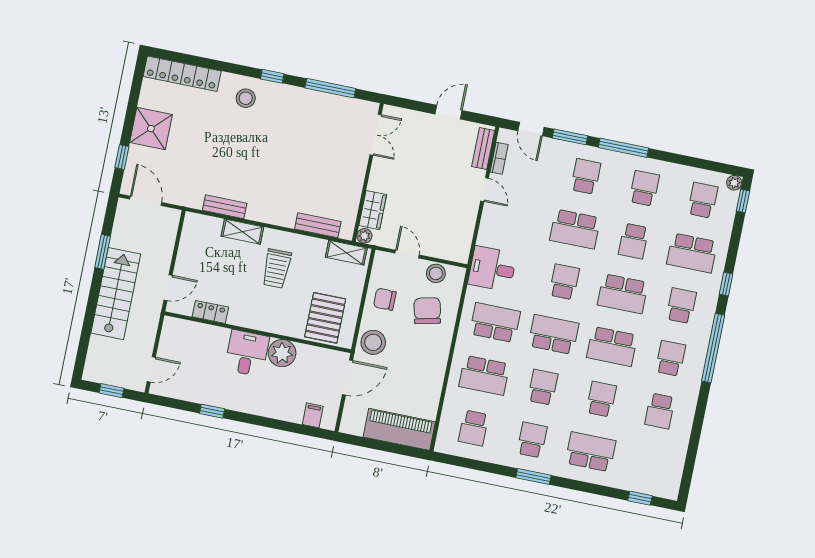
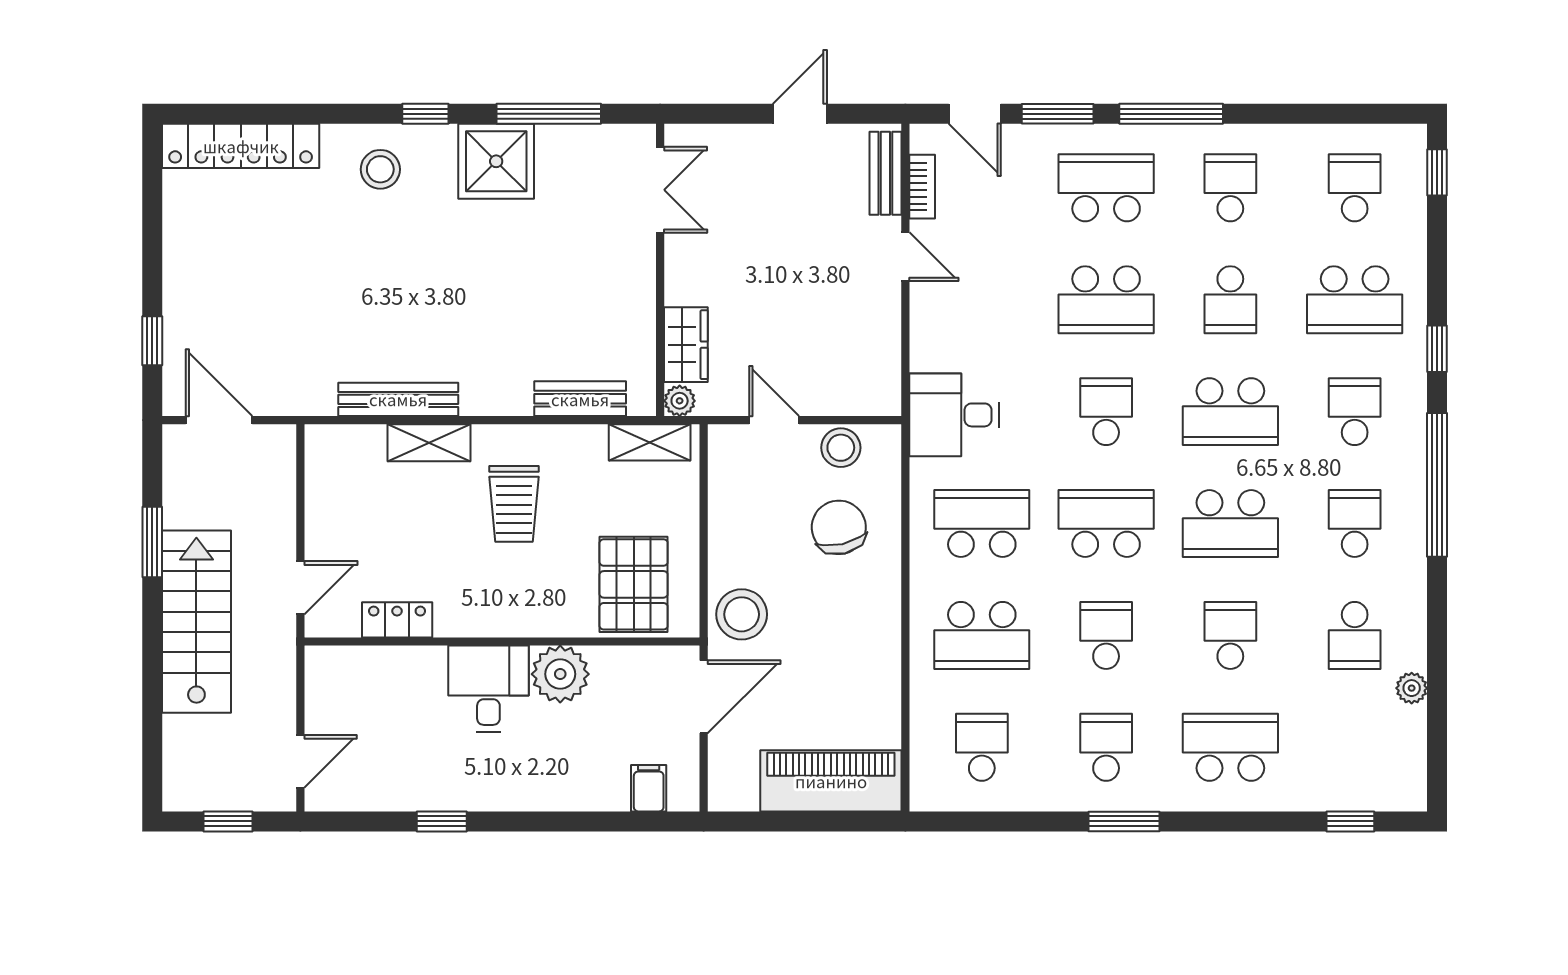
shower: (151, 129) -> (496, 161), moved
school desk: (586, 176) -> (1106, 188), width x1.85
plant: (734, 183) -> (1412, 688), moved
bench: (225, 207) -> (398, 399), width x1.36
chair: (385, 299) -> (748, 522), removed
school desk: (474, 428) -> (982, 747), turned 180

